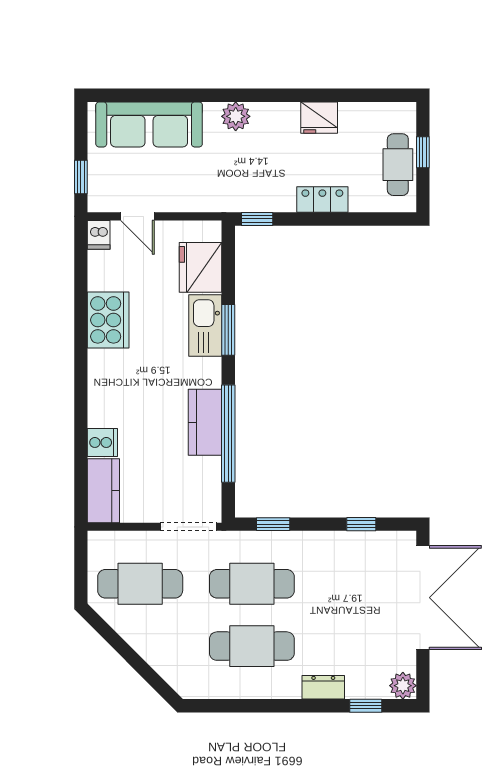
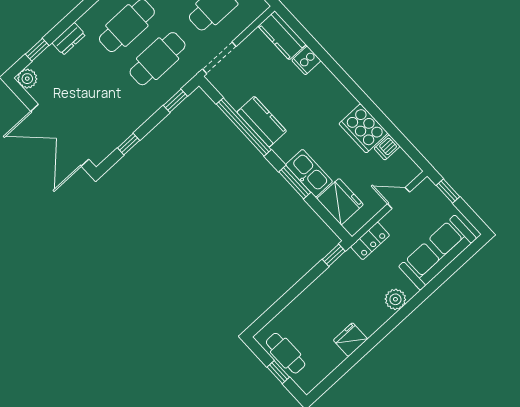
locker: (322, 200) -> (370, 241), moved
dishwasher: (99, 235) -> (387, 147), moved, turned -90

